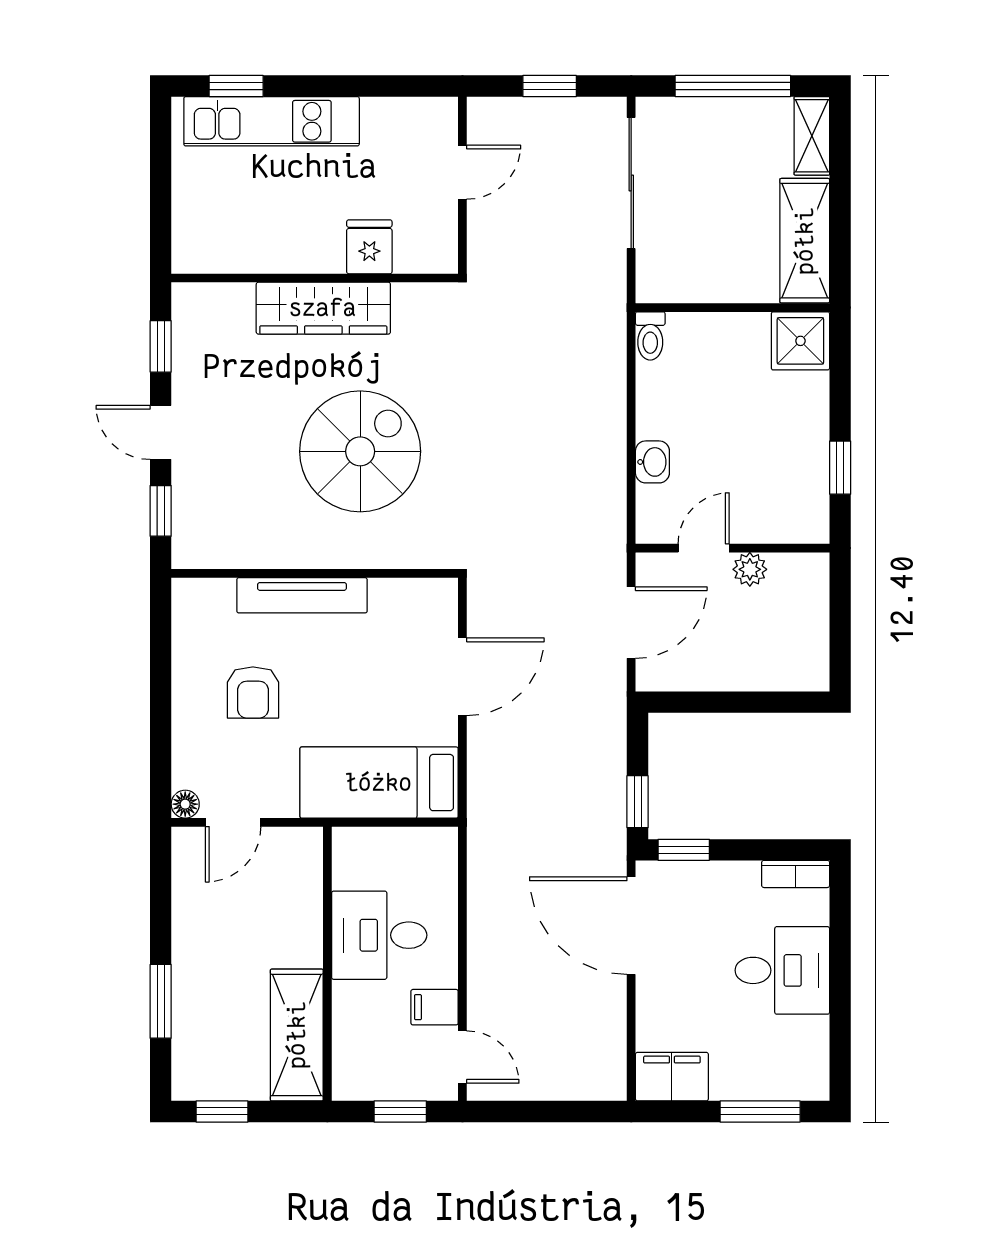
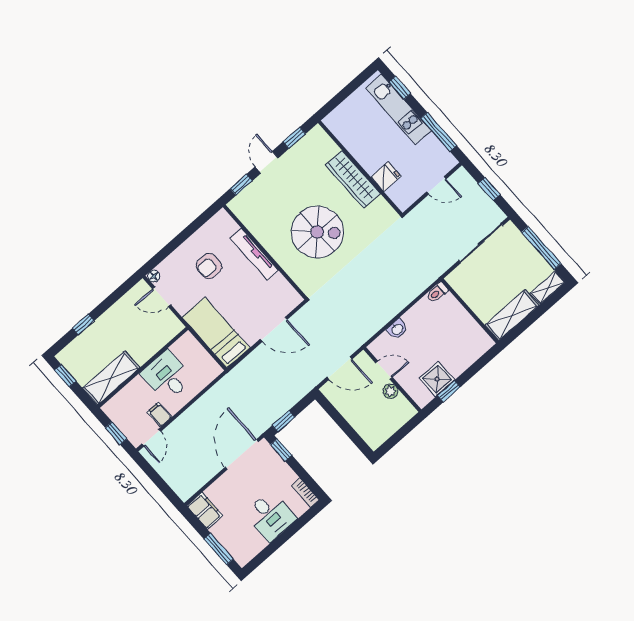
window: (373, 86) -> (439, 132), added
shower: (800, 341) -> (437, 379), moved
window: (161, 1001) -> (83, 324), width x0.67

